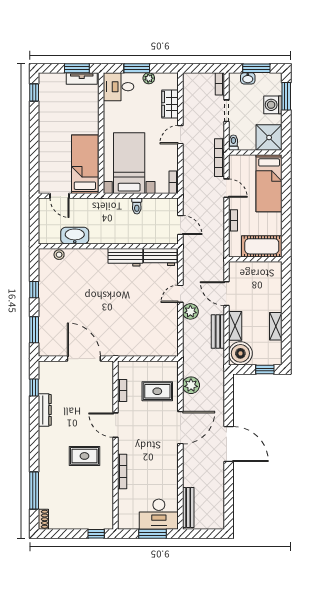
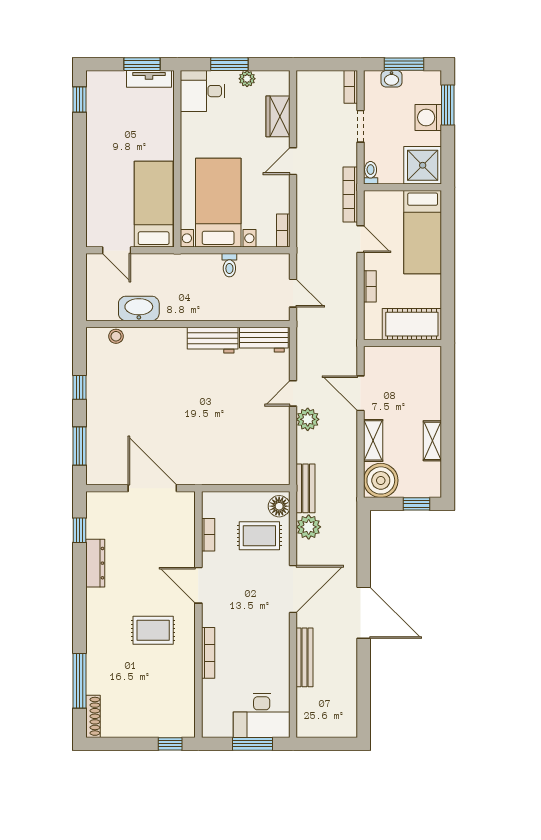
bench: (218, 331) -> (306, 488), moved
floor lamp: (171, 371) -> (279, 506), added
bench: (188, 508) -> (304, 657), moved
shoe rack: (43, 519) -> (93, 716), width x1.43

